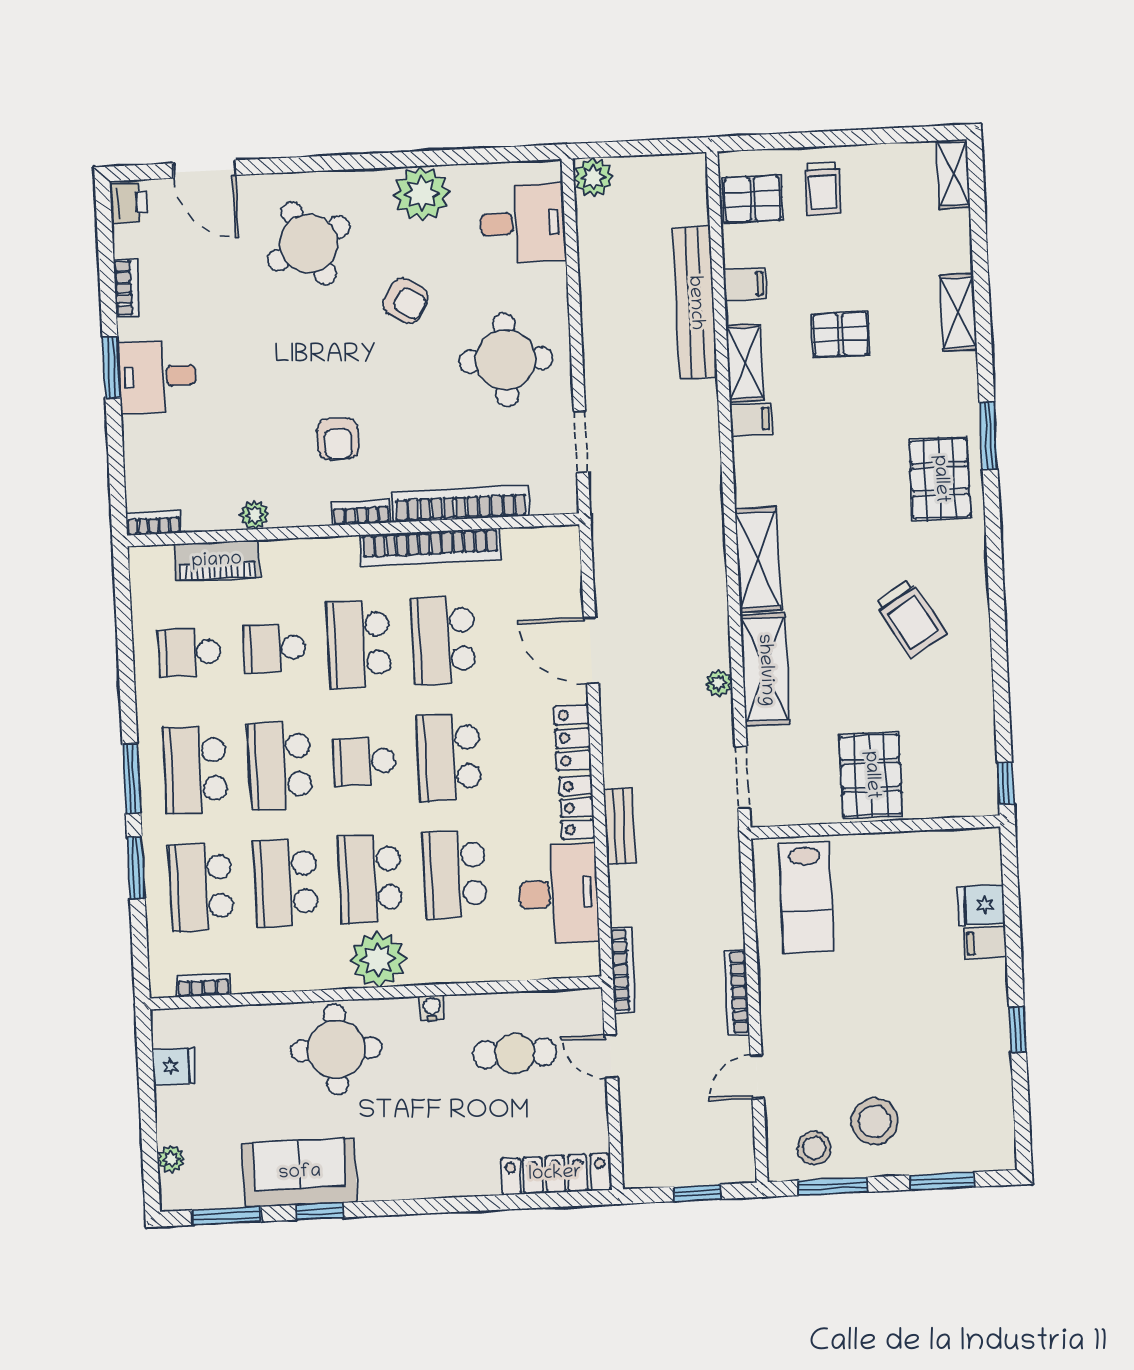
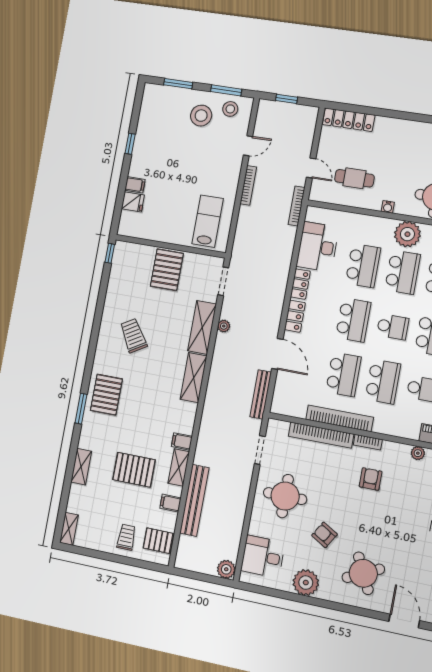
pallet: (841, 334) -> (134, 470), width x1.50, depth x1.42
bench: (620, 826) -> (261, 394), moved, width x1.36

